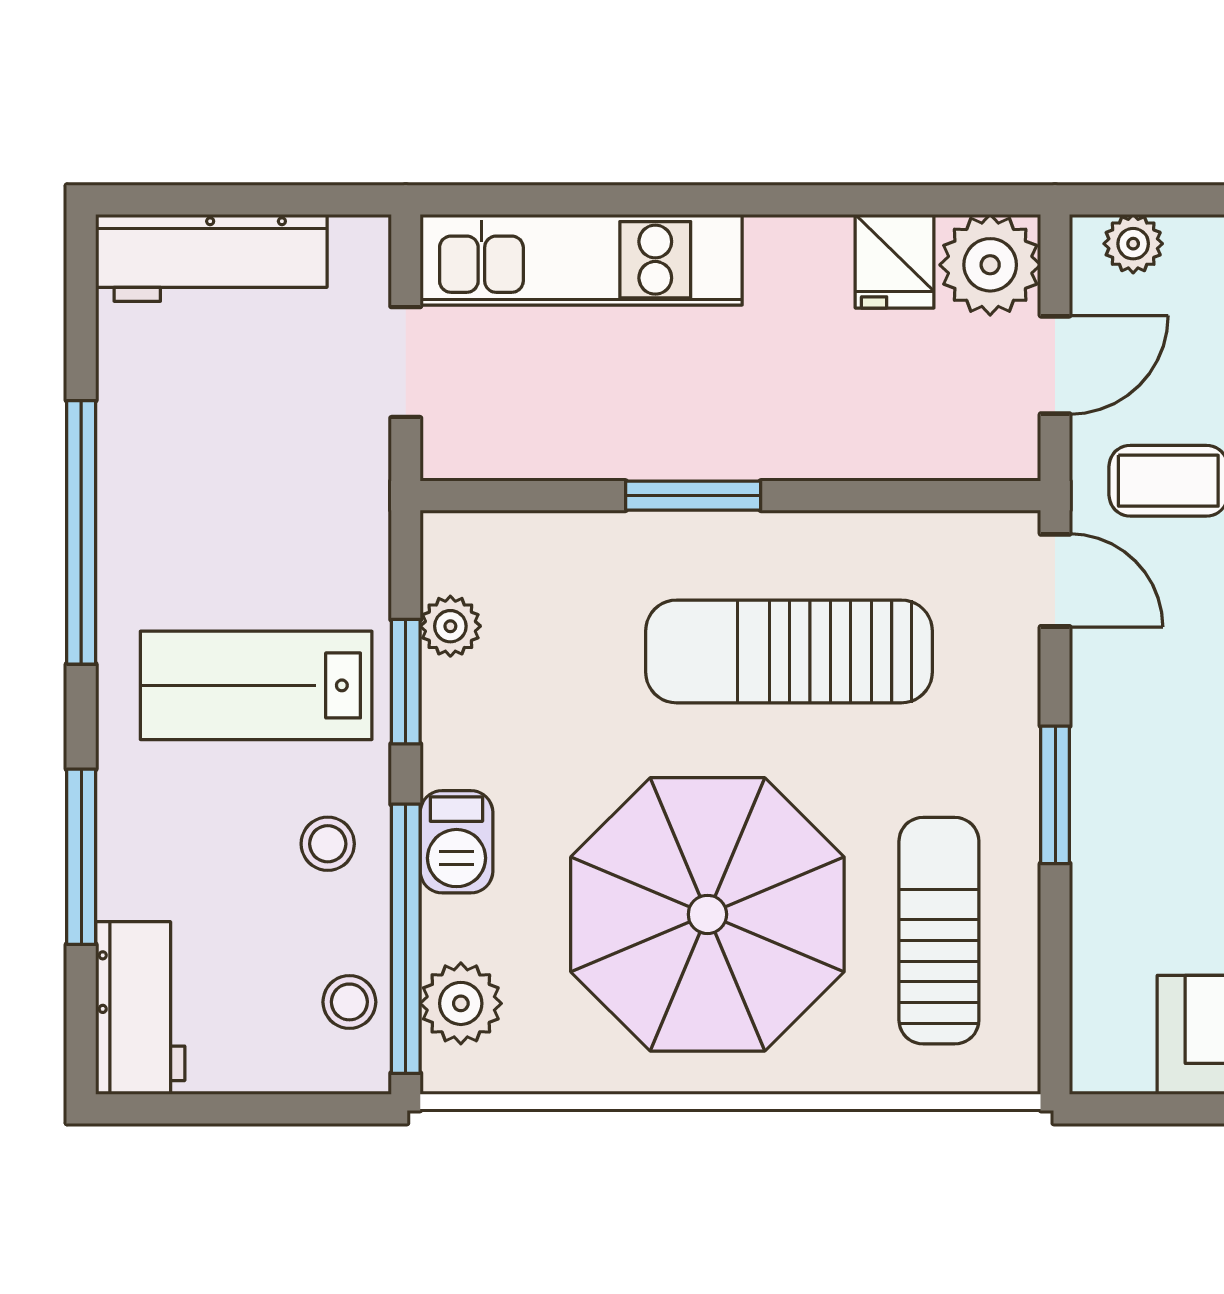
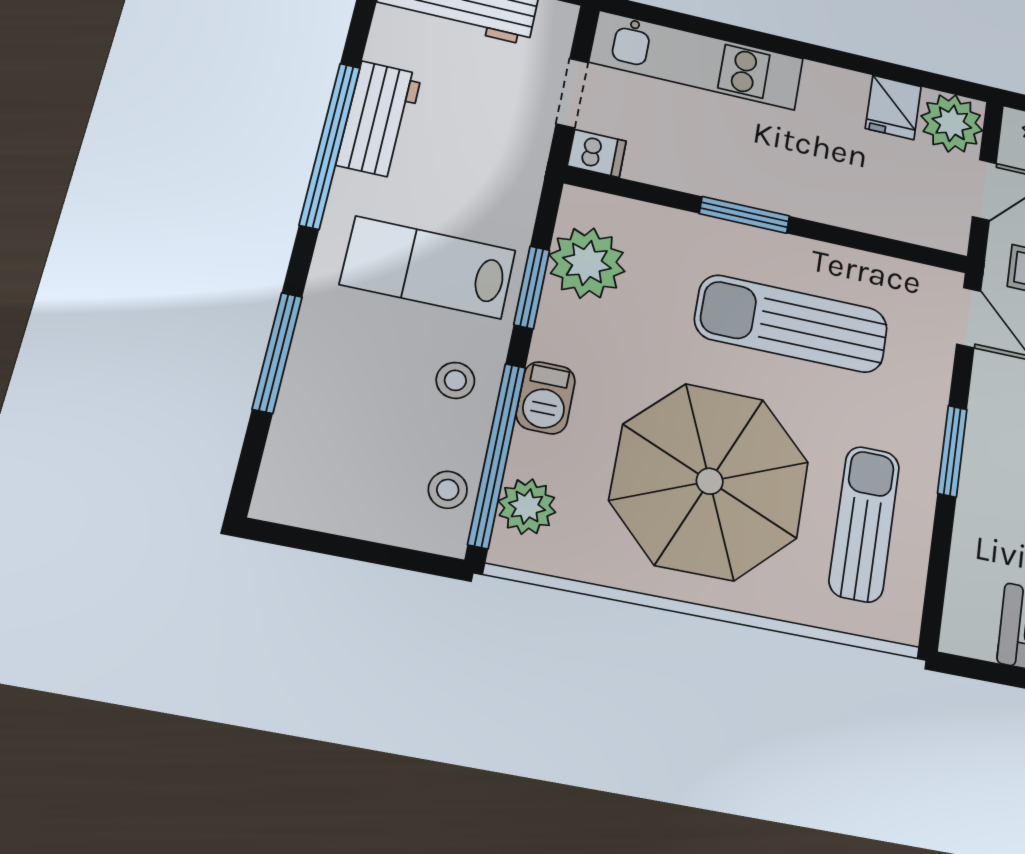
dishwasher: (459, 451) -> (597, 153), added
plant: (450, 626) -> (587, 263), width x1.87, depth x1.87
workbench: (140, 1008) -> (379, 119), moved

